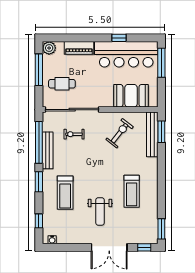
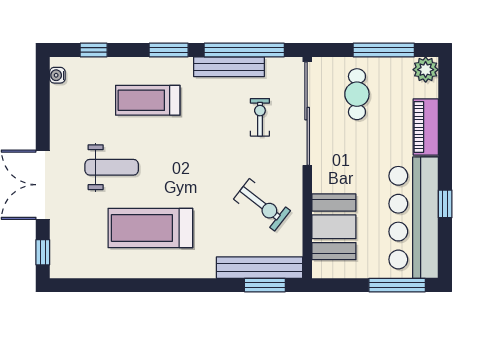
treadmill: (132, 191) -> (150, 228), width x1.37, depth x1.38
weight bench: (100, 211) -> (112, 167), turned 180
window: (161, 229) -> (78, 285), removed

